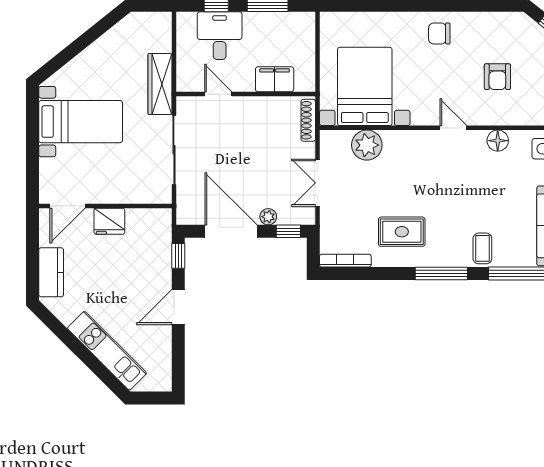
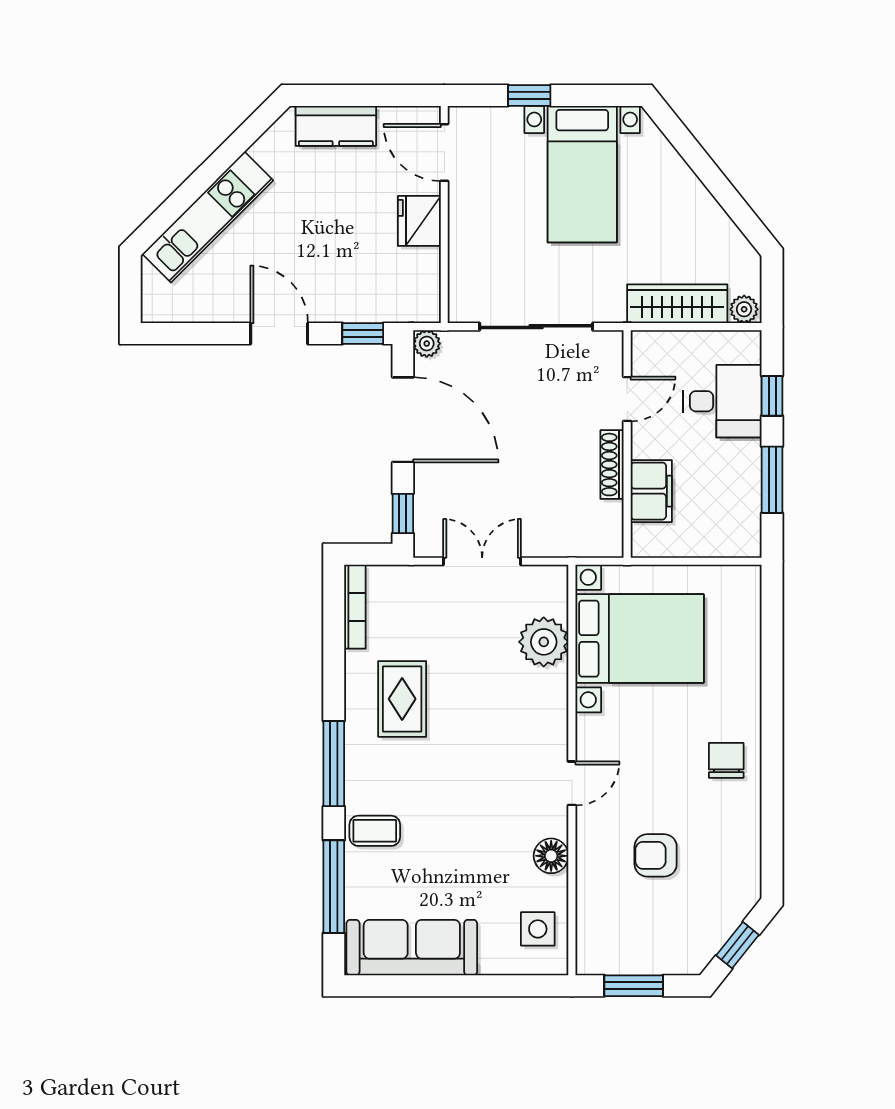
plant: (163, 23) -> (744, 309), added
wardrobe: (160, 84) -> (677, 304), moved
shoe rack: (308, 120) -> (612, 465), moved, turned -90
window: (33, 154) -> (529, 95), added
plant: (268, 217) -> (427, 344), moved
door: (231, 231) -> (403, 420), hinge flipped

